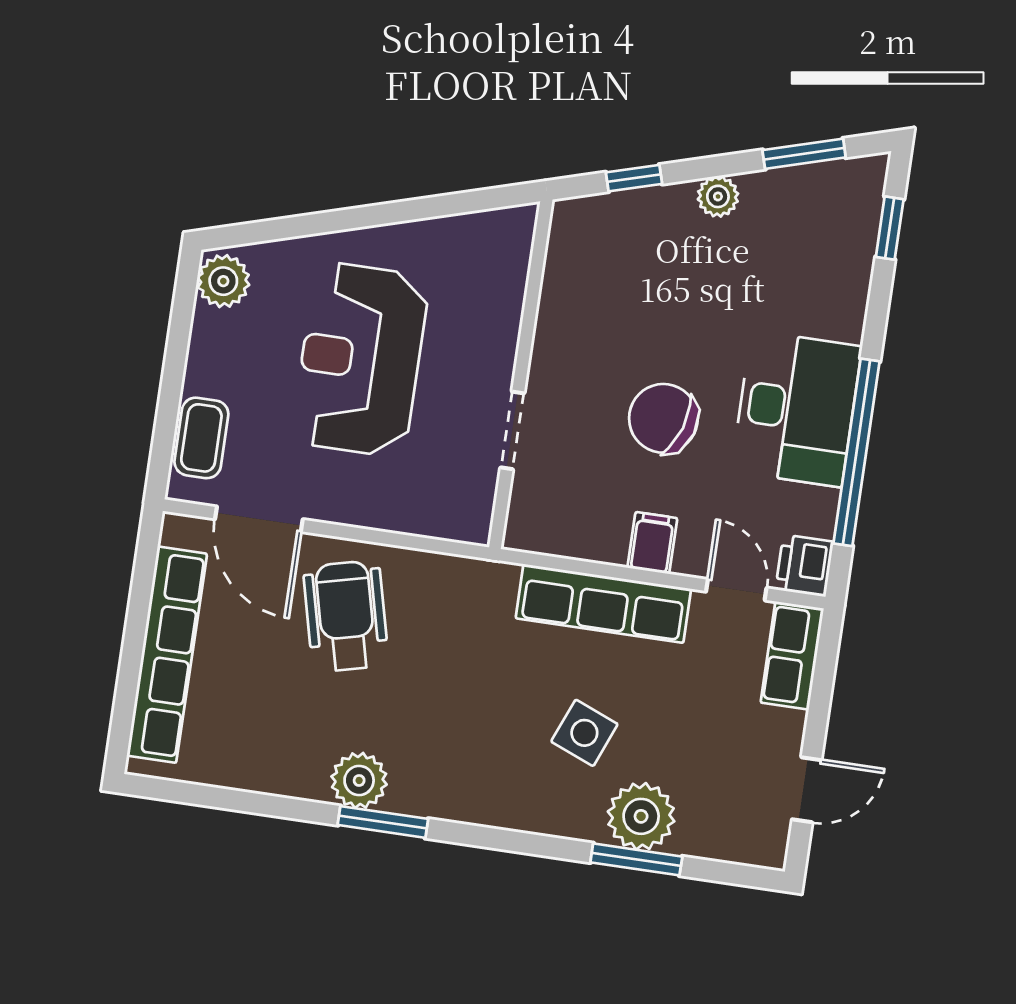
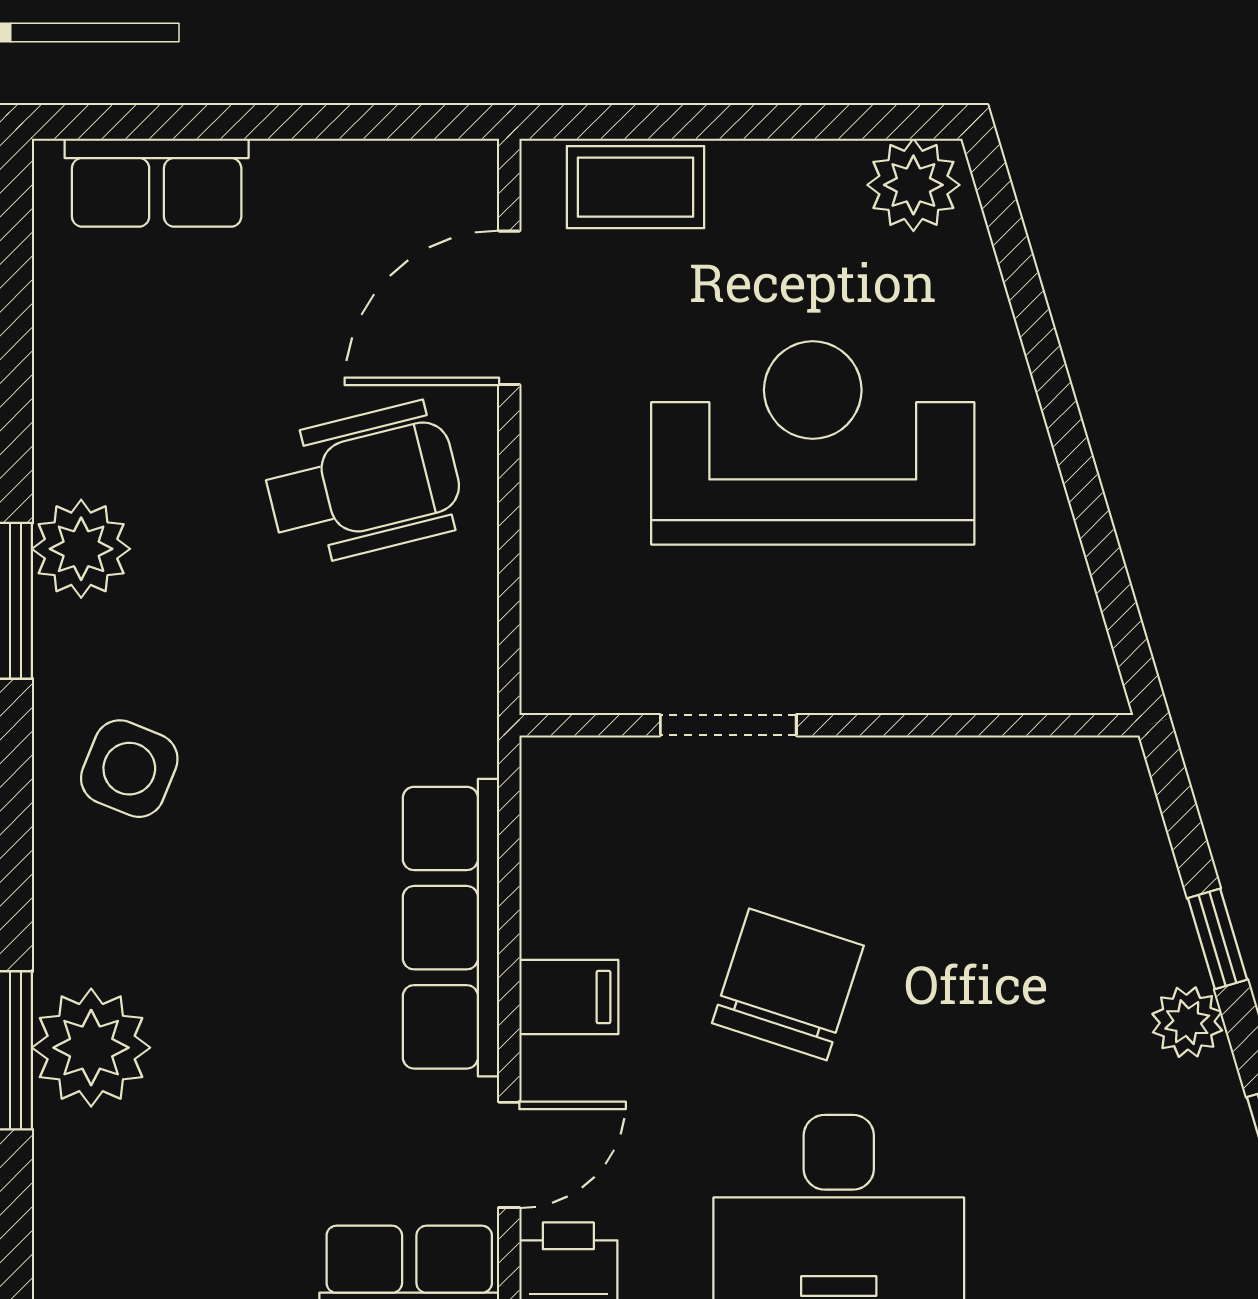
window: (634, 178) -> (1217, 939), moved
row of seats: (167, 655) -> (157, 183), width x0.50
side table: (584, 733) -> (129, 769), moved

